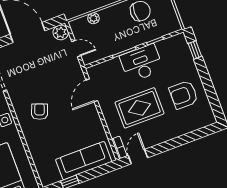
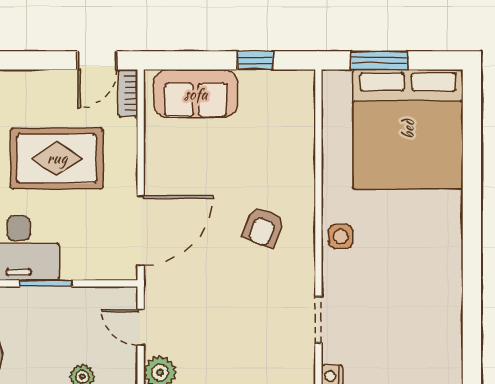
door: (92, 90) -> (141, 231), width x1.36
sofa: (84, 161) -> (196, 94), width x0.73

